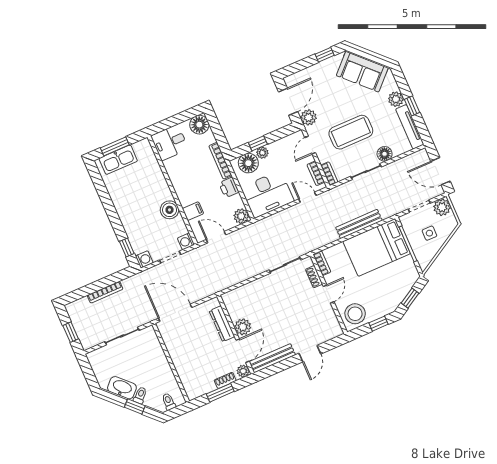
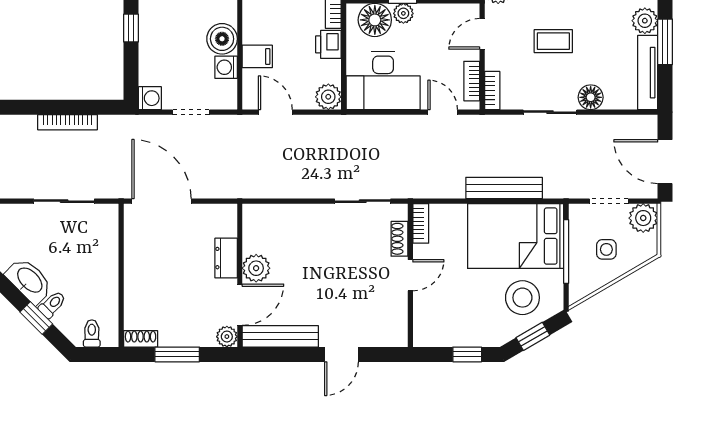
window: (412, 106) -> (665, 42), width x1.50
coffee table: (351, 132) -> (553, 41), width x0.54, depth x0.58
washing machine: (186, 241) -> (226, 67), moved
window: (127, 247) -> (131, 28), moved
stool: (355, 314) -> (522, 298), moved
dresser: (222, 324) -> (226, 258), width x0.70
shoe rack: (225, 380) -> (141, 339), moved

